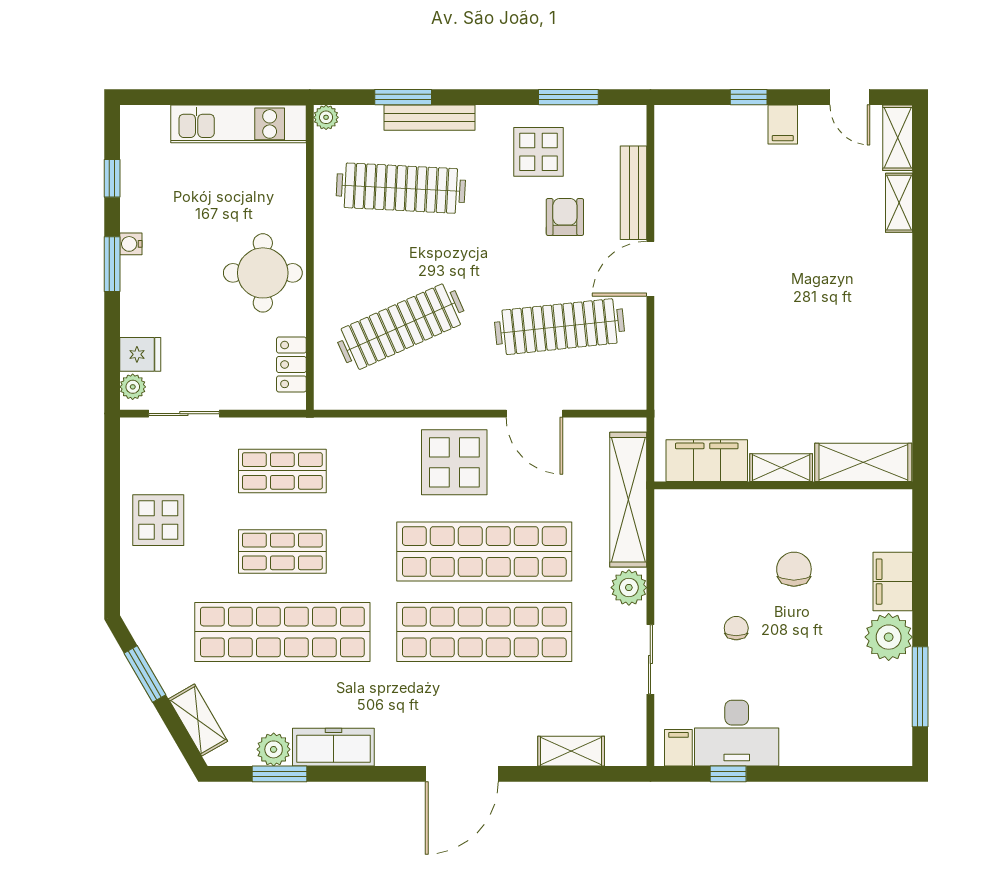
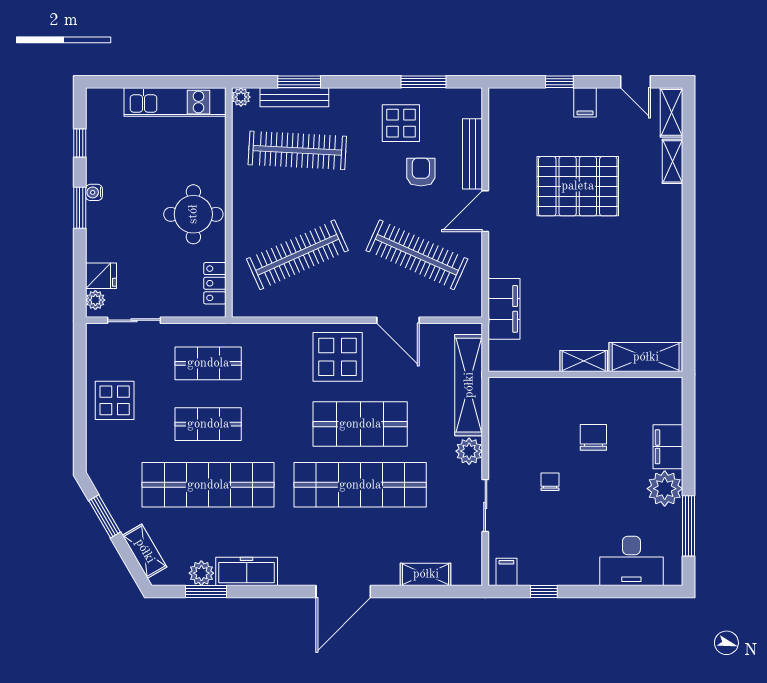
bench: (430, 118) -> (294, 97), moved
pallet: (773, 236) -> (578, 186), added
clothes rail: (559, 327) -> (417, 255), turned 30
filing cabinet: (707, 461) -> (504, 309), moved, turned 90
shop shelf: (484, 551) -> (360, 424), width x0.71
desk: (737, 733) -> (631, 561), moved

